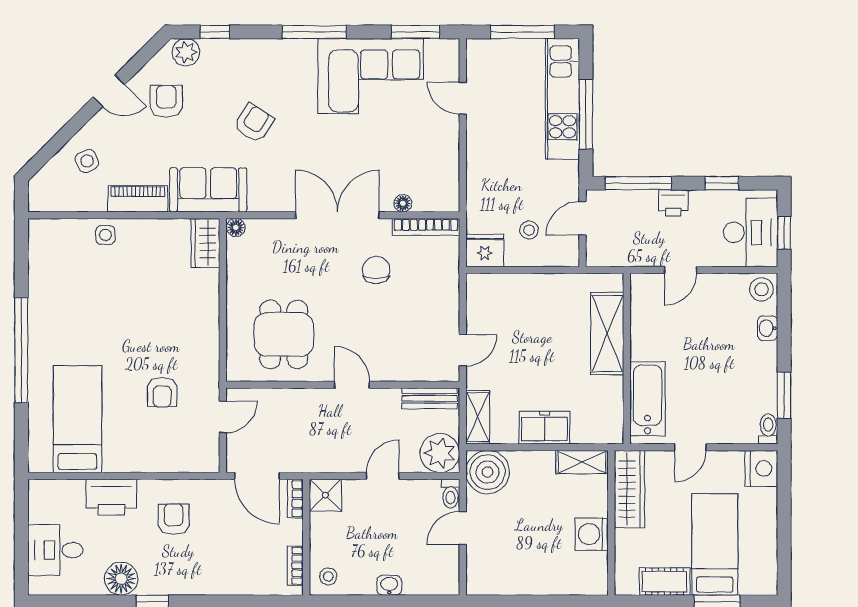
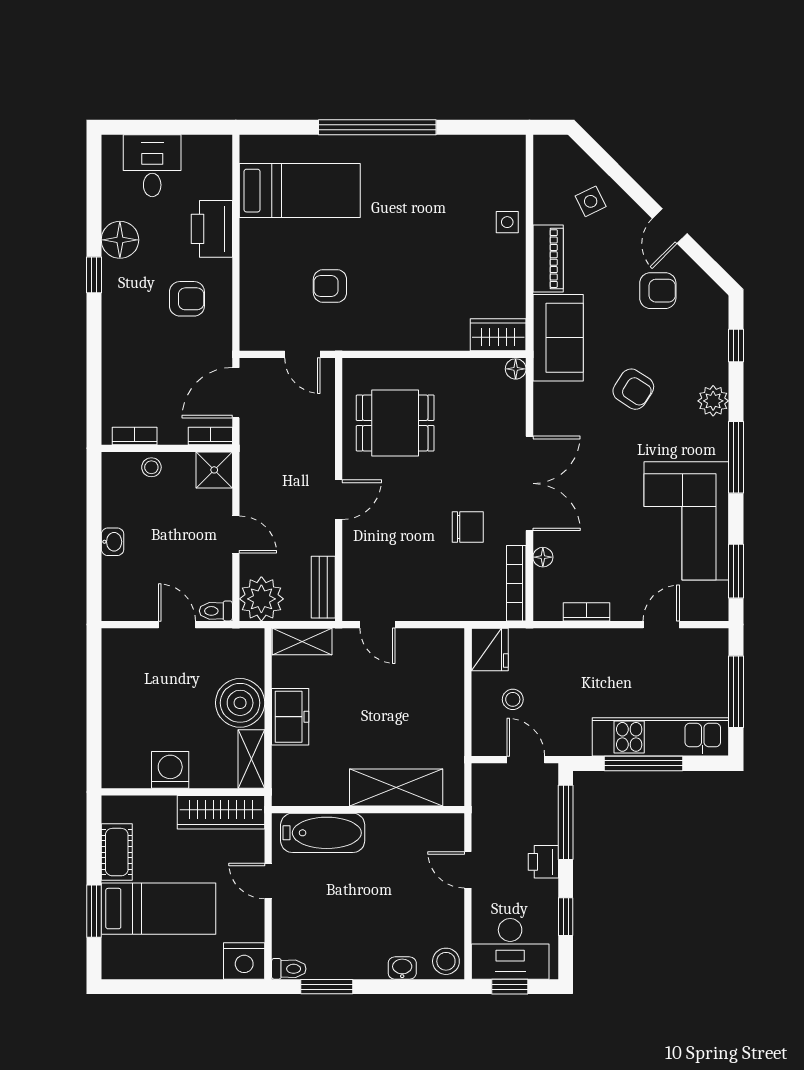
plant: (186, 52) -> (713, 401), moved
bookcase: (451, 165) -> (586, 612), added
boiler: (488, 472) -> (240, 703), moved
stool: (328, 576) -> (151, 467), moved

